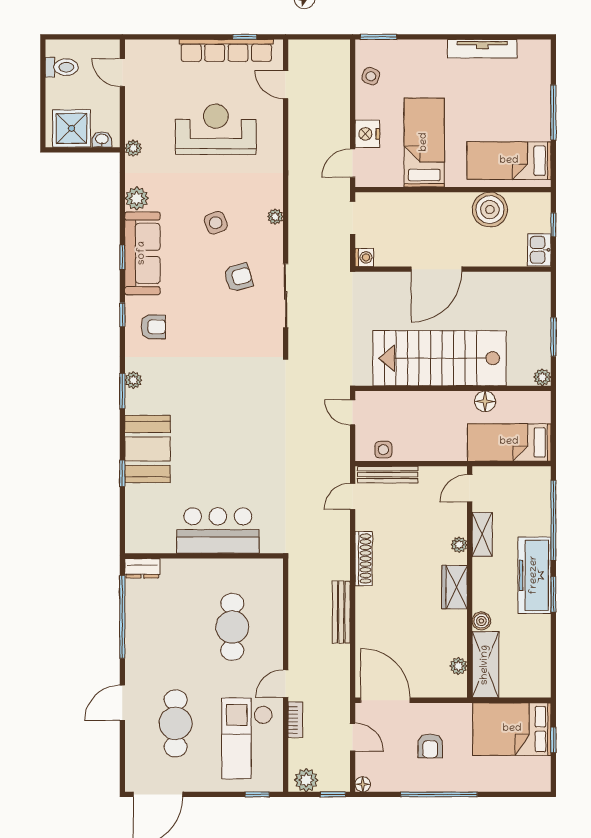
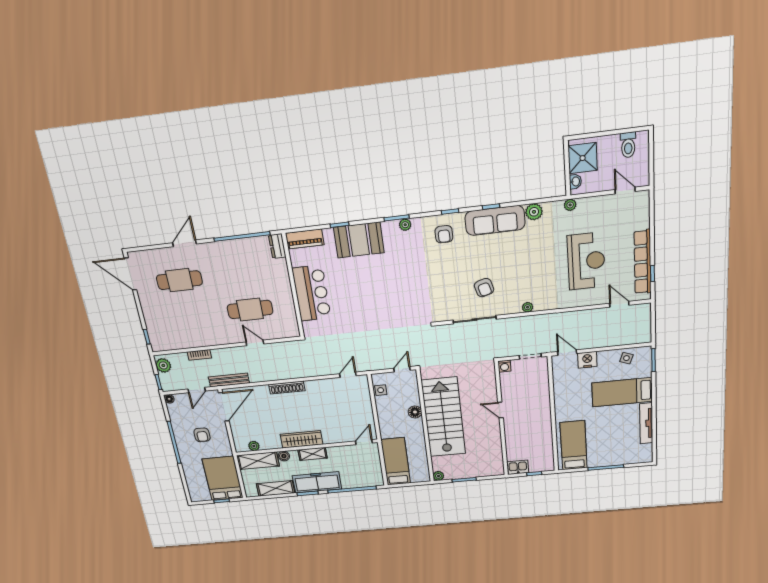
door: (122, 73) -> (625, 191), hinge flipped
door: (286, 85) -> (619, 304), hinge flipped
bed: (424, 142) -> (622, 392), moved, turned 180
boiler: (490, 210) -> (541, 437), removed
side table: (216, 223) -> (520, 268), removed
door: (436, 269) -> (501, 410), width x0.53
floor lamp: (485, 401) -> (415, 412), moved
bench: (388, 475) -> (365, 394), removed
door: (470, 488) -> (364, 442), hinge flipped
door: (353, 496) -> (348, 375), hinge flipped
piano: (137, 527) -> (305, 239), added
shelving: (482, 534) -> (313, 454), moved
plant: (459, 545) -> (328, 439), removed
shoe rack: (363, 559) -> (287, 388), moved
wardrobe: (455, 587) -> (301, 439), width x1.50
bench: (341, 612) -> (229, 380), moved
shelving: (539, 645) -> (276, 488), added
door: (286, 684) -> (255, 343), moved
door: (122, 703) -> (185, 243), hinge flipped
checkout: (247, 738) -> (181, 327), removed
armchair: (430, 746) -> (202, 435), turned -90

